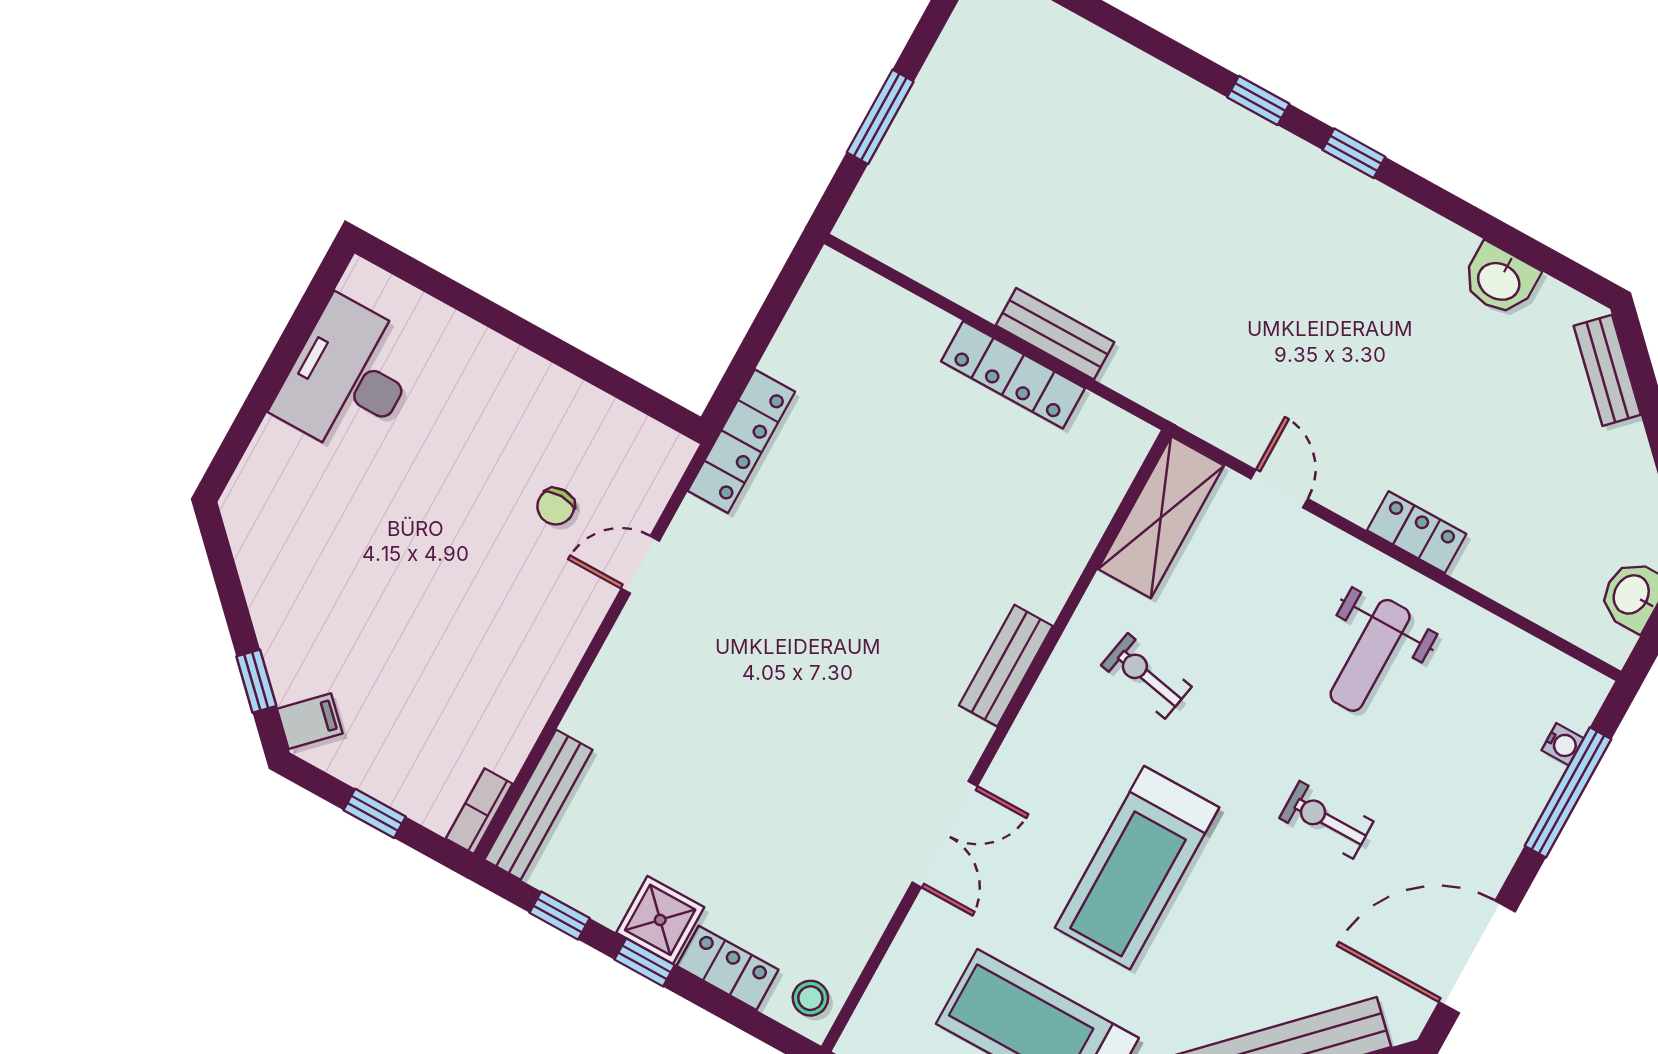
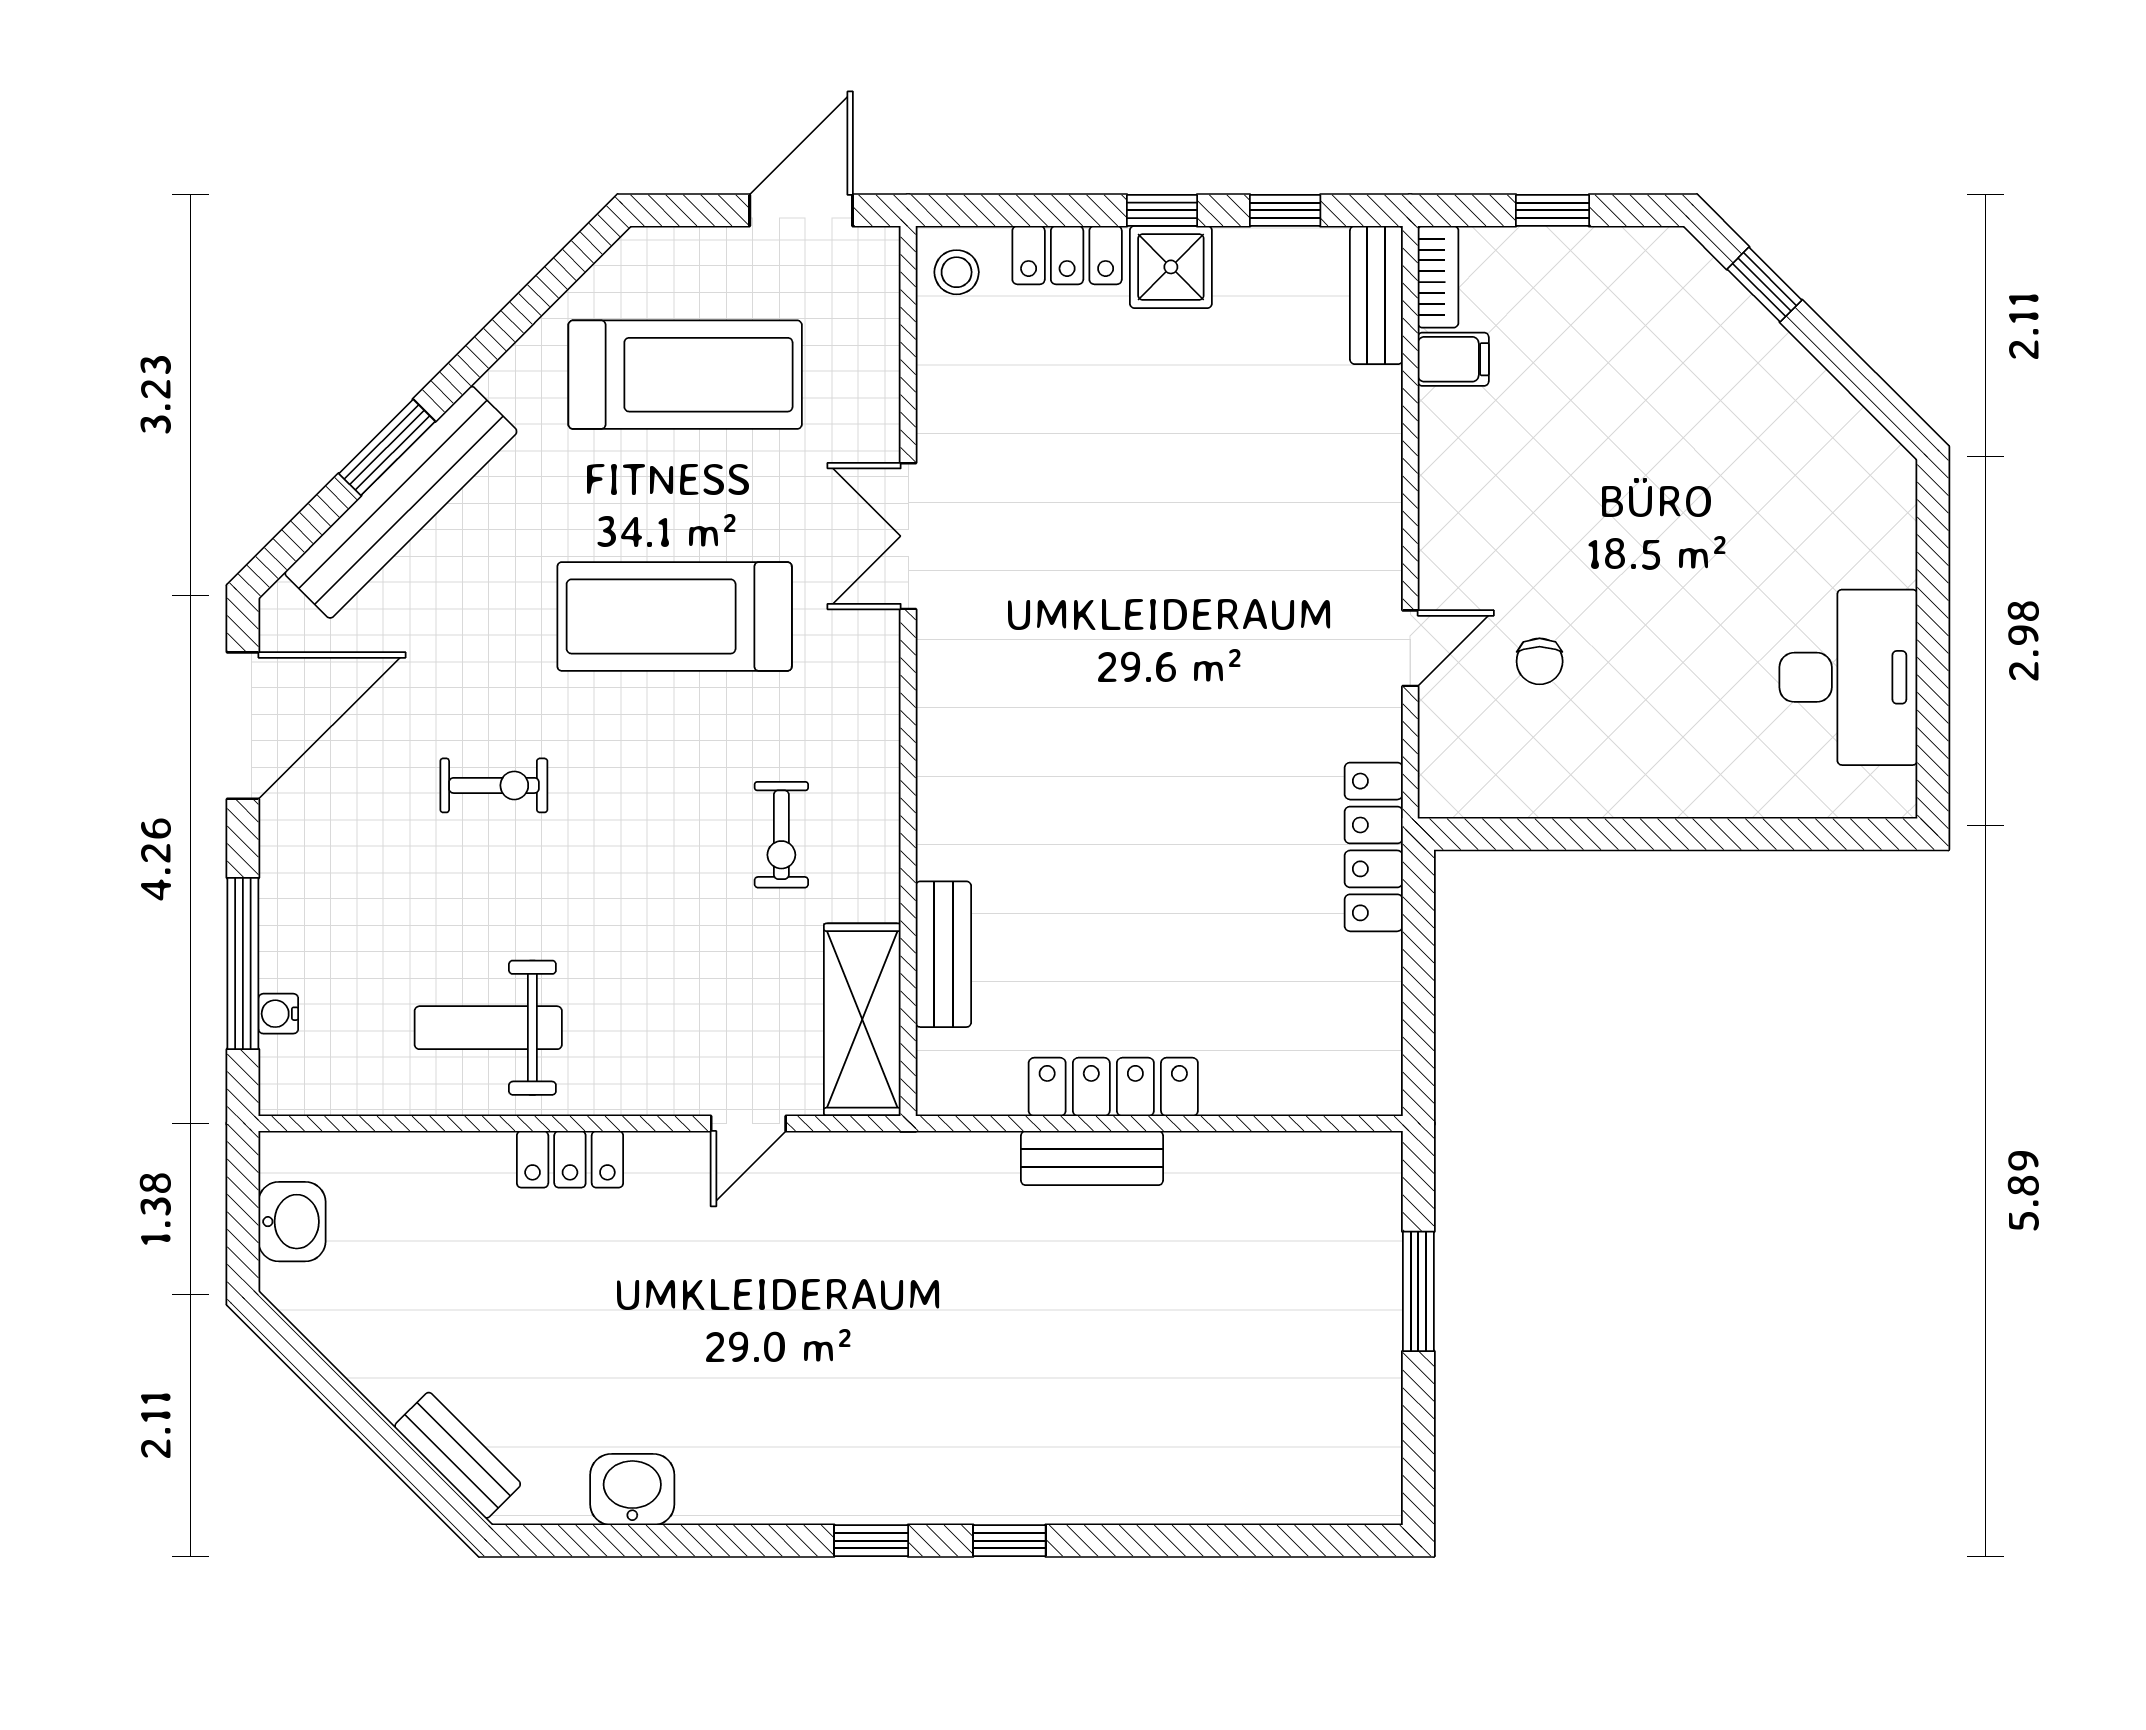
door: (1279, 489) -> (748, 1124), hinge flipped
chair: (556, 506) -> (1540, 661), turned 180
weight bench: (1370, 655) -> (488, 1028), moved, turned -90
bench: (1006, 666) -> (943, 954), moved
exercise bike: (1146, 676) -> (781, 835), turned 79
filing cabinet: (310, 721) -> (1453, 359), moved, turned -135
bench: (538, 805) -> (1376, 295), width x0.73
treadmill: (1137, 868) -> (675, 616), turned -90

